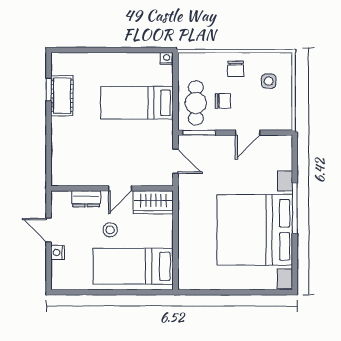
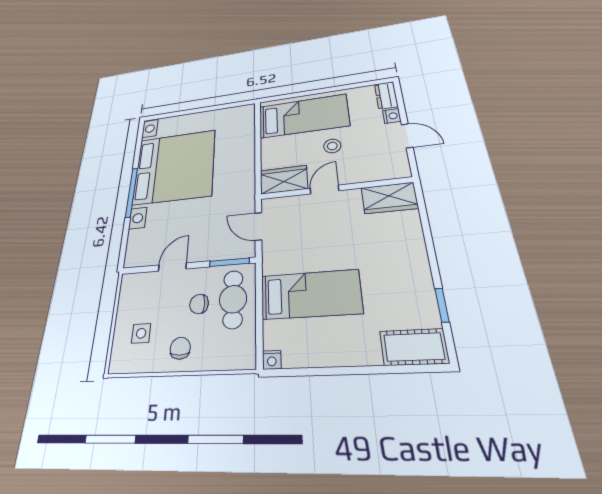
cot: (62, 96) -> (414, 347), moved, turned 90
wardrobe: (71, 175) -> (389, 198), added
dresser: (86, 199) -> (386, 95), moved, turned -90

